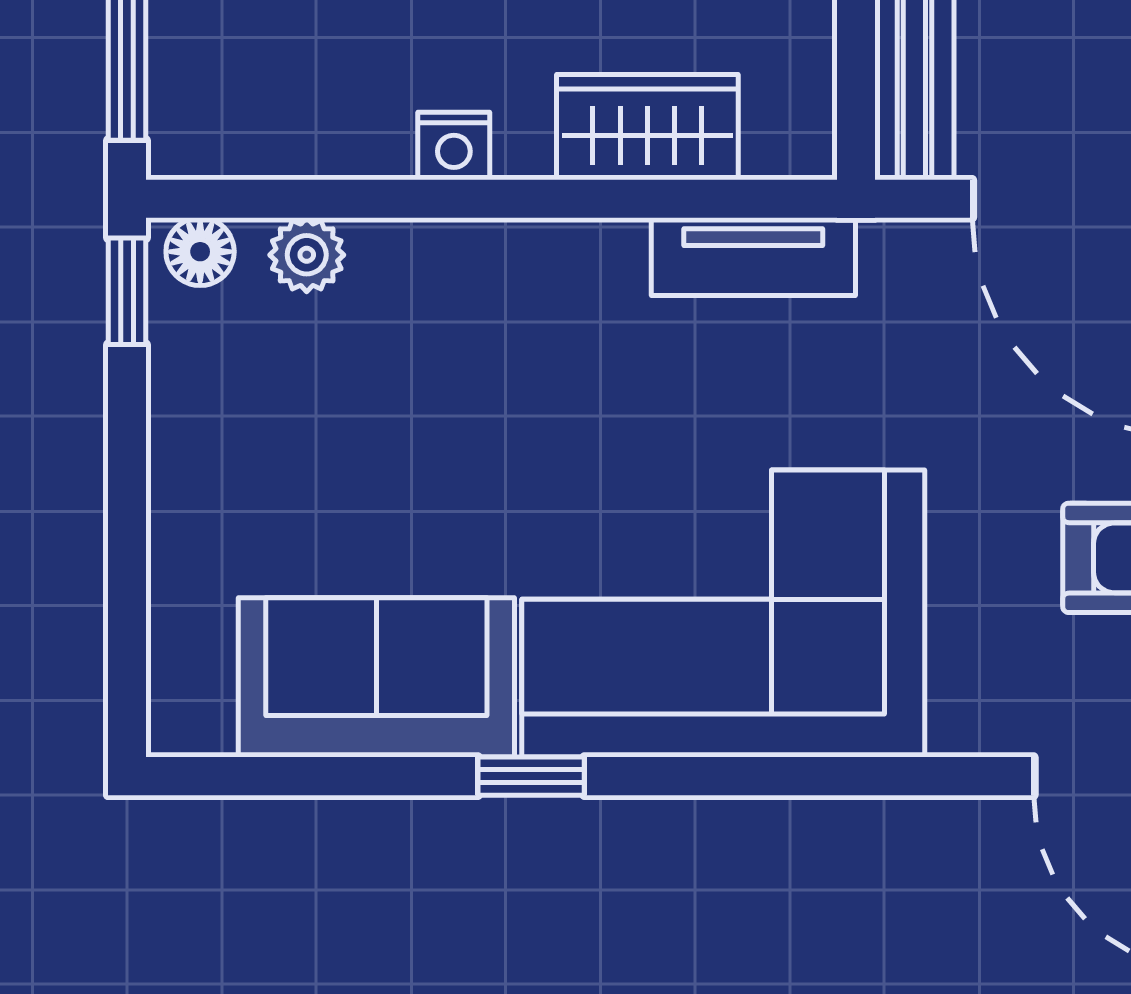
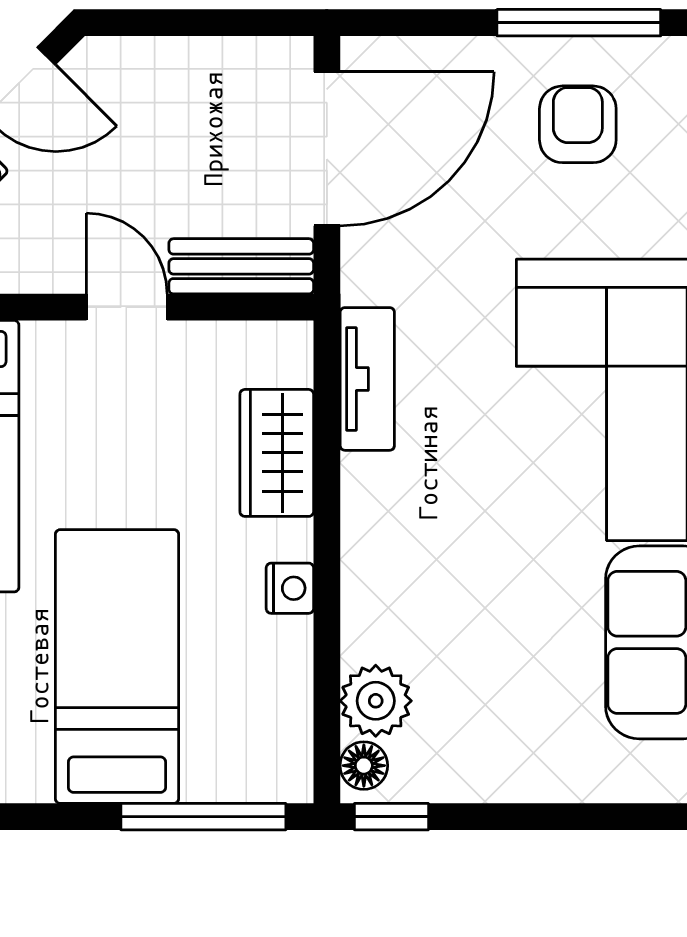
plant: (307, 255) -> (376, 701), width x1.38, depth x1.38

